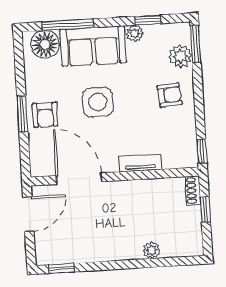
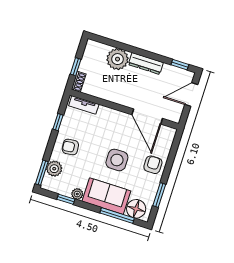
window: (22, 114) -> (159, 195), moved
window: (202, 151) -> (58, 122), moved
tv unit: (140, 163) -> (84, 105), moved
door: (28, 214) -> (191, 95), moved
plant: (152, 250) -> (118, 59), width x1.87, depth x1.87
dresser: (109, 252) -> (146, 64), added

